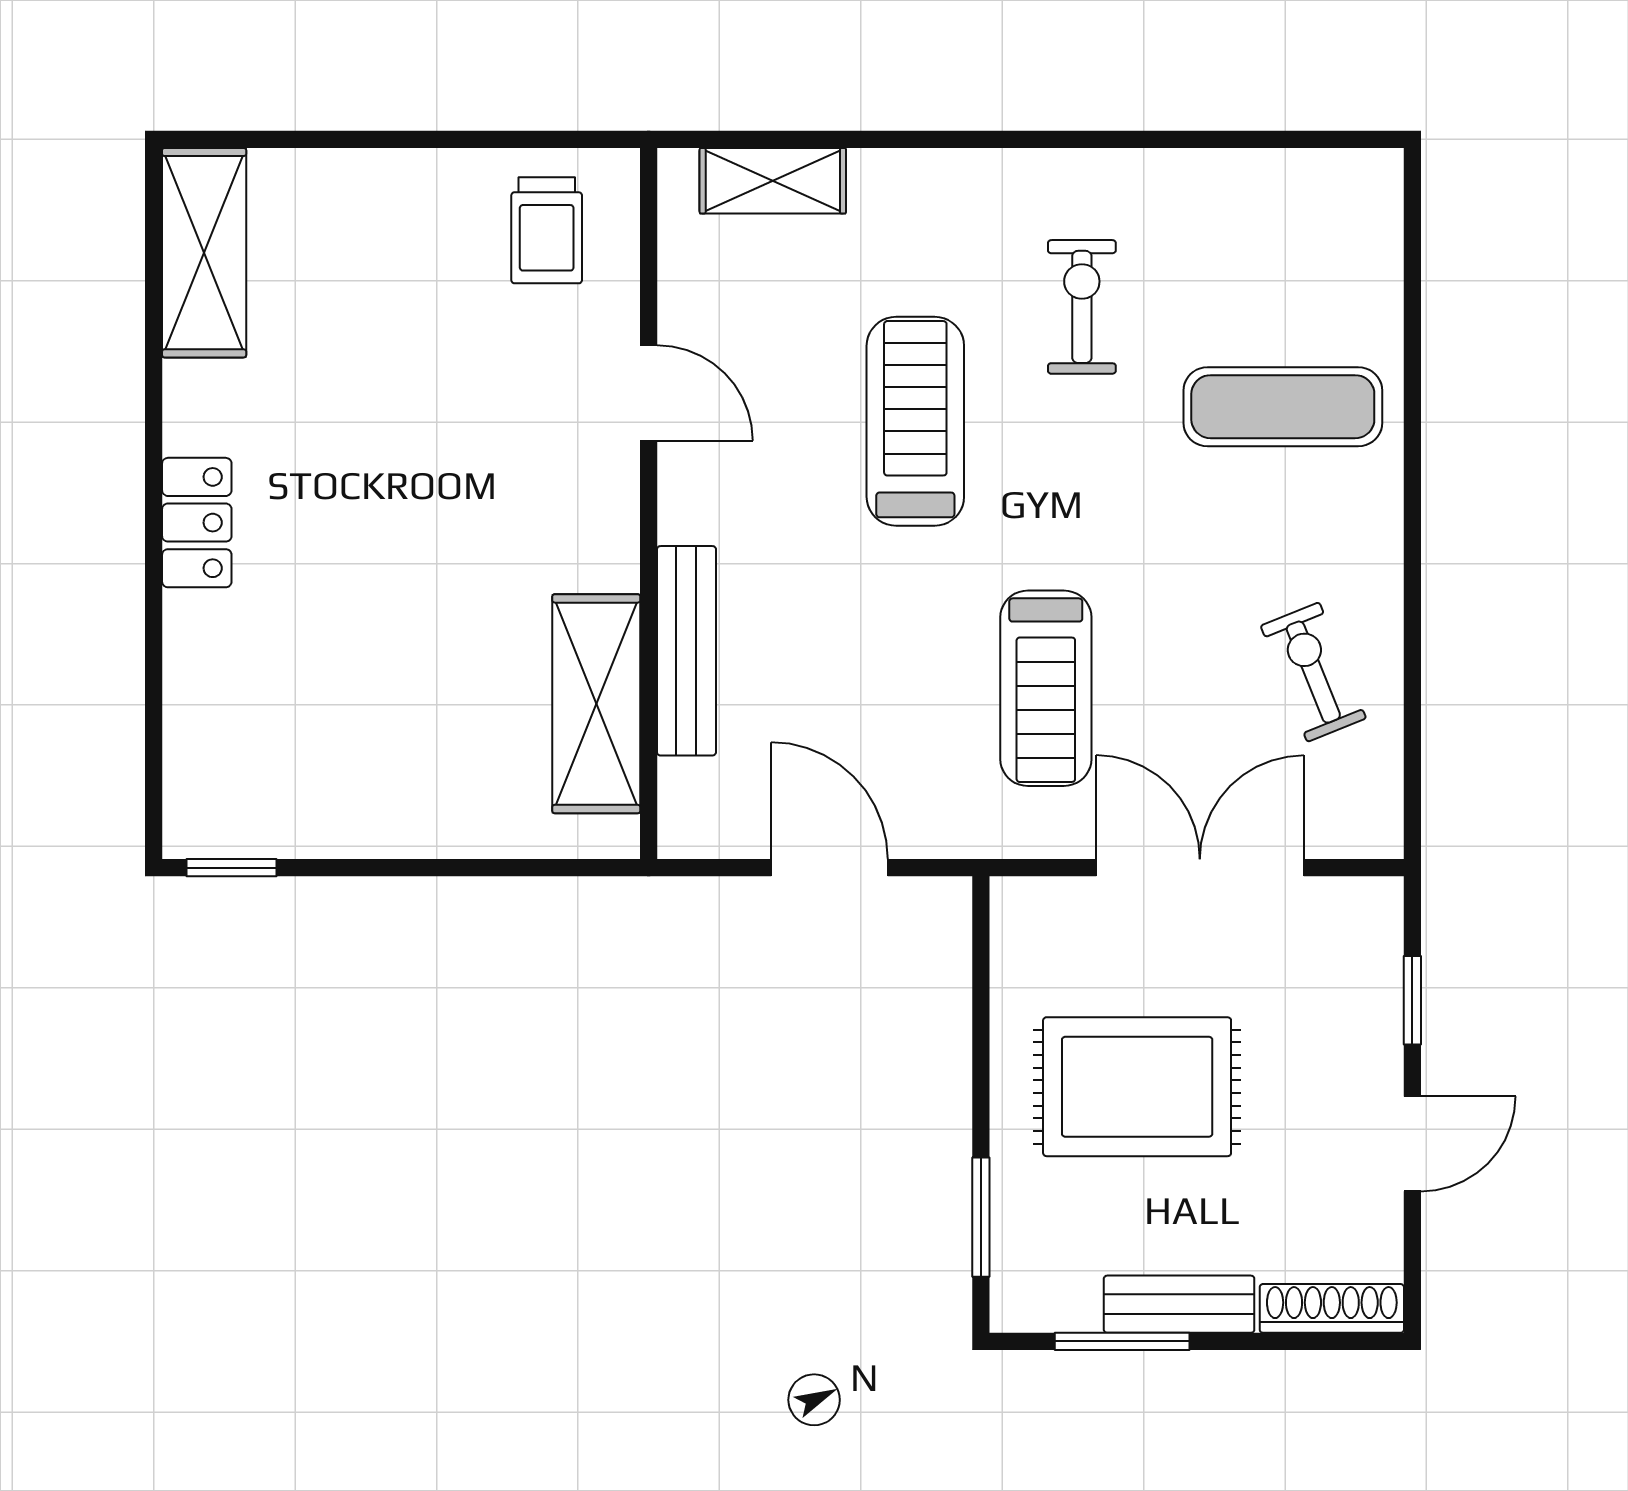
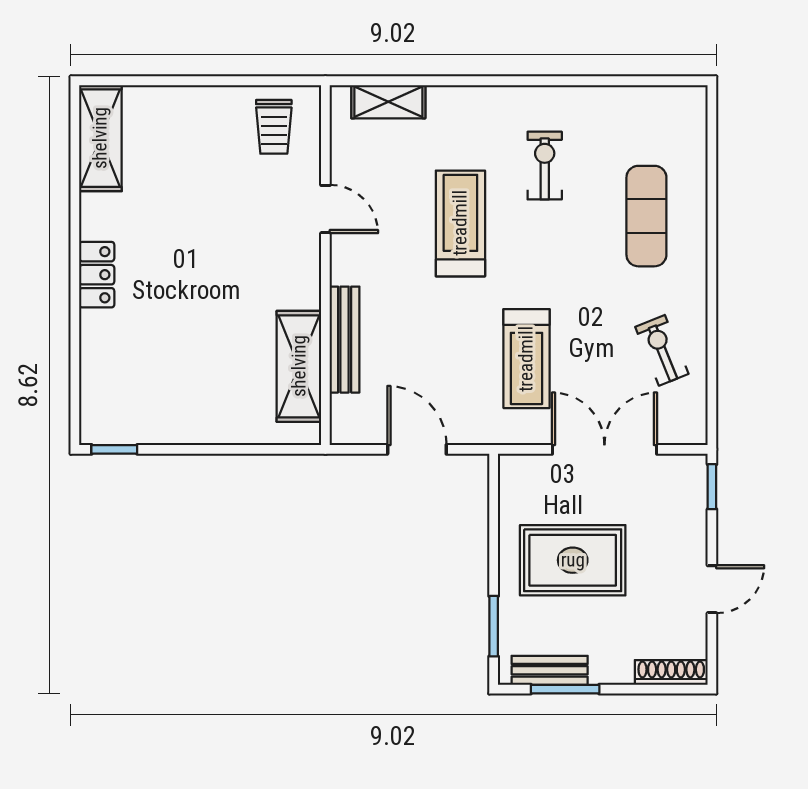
exercise mat: (1283, 407) -> (646, 216), turned 90
window: (1412, 1000) -> (712, 487), moved
bench: (1179, 1304) -> (550, 670), moved

